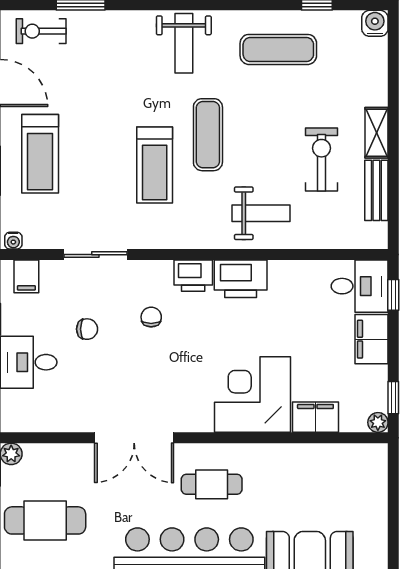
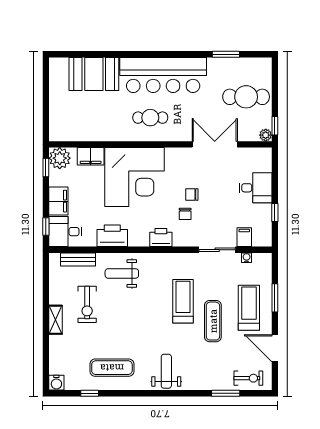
exercise mat: (208, 135) -> (213, 321), moved
bench: (376, 190) -> (78, 259), moved, turned 90
water cooler: (13, 241) -> (247, 258), moved
filing cabinet: (26, 276) -> (244, 237), moved
printer: (241, 279) -> (112, 236), moved
chair: (87, 329) -> (192, 194), moved
corner desk: (253, 395) -> (135, 177), width x1.36, depth x1.36
plant: (378, 422) -> (60, 158), width x1.88, depth x1.88
double door: (134, 438) -> (215, 144), moved

